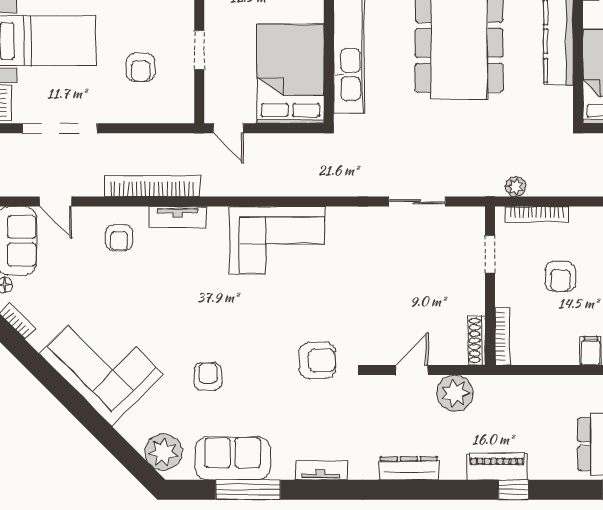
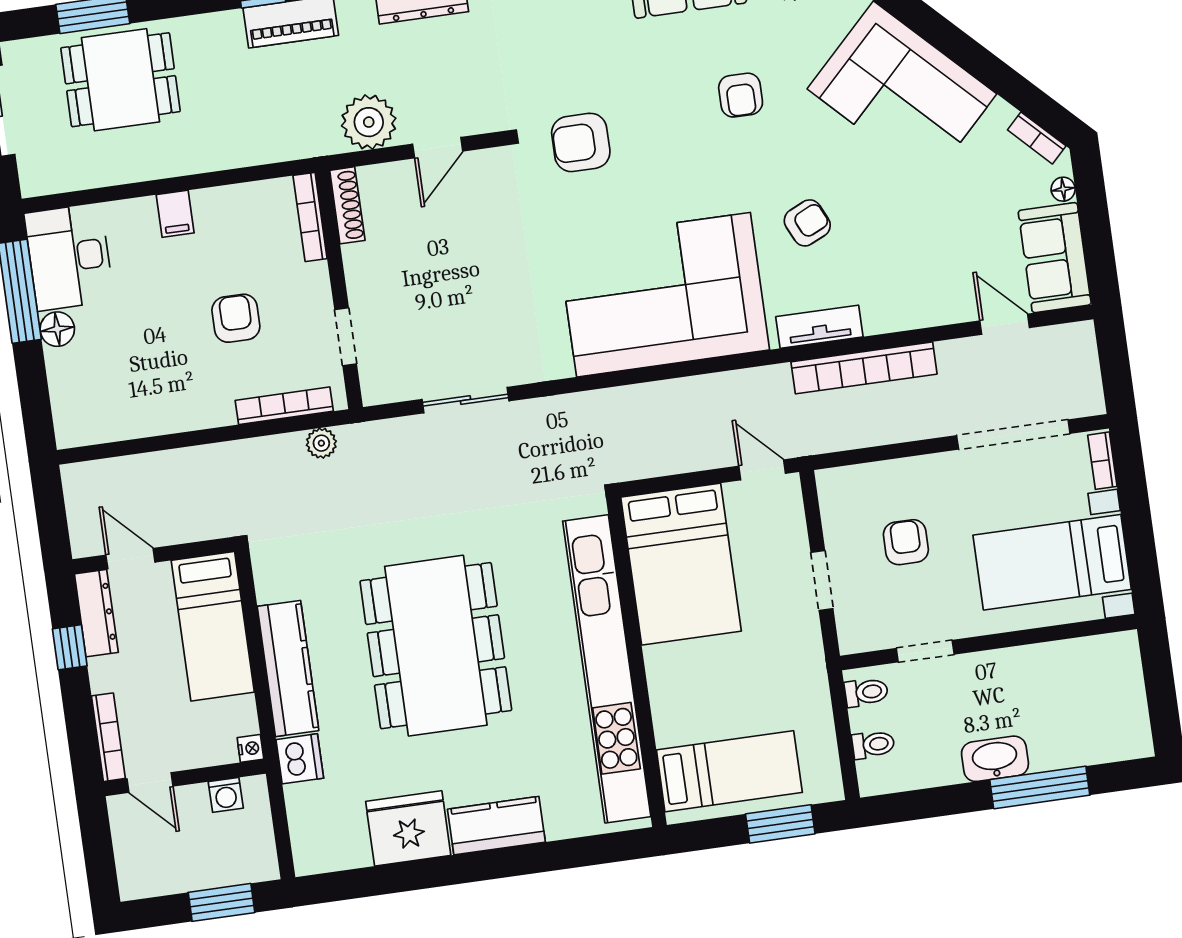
armchair: (119, 238) -> (807, 223), moved, turned 65
corner sofa: (277, 240) -> (663, 295), width x1.36, depth x1.36

